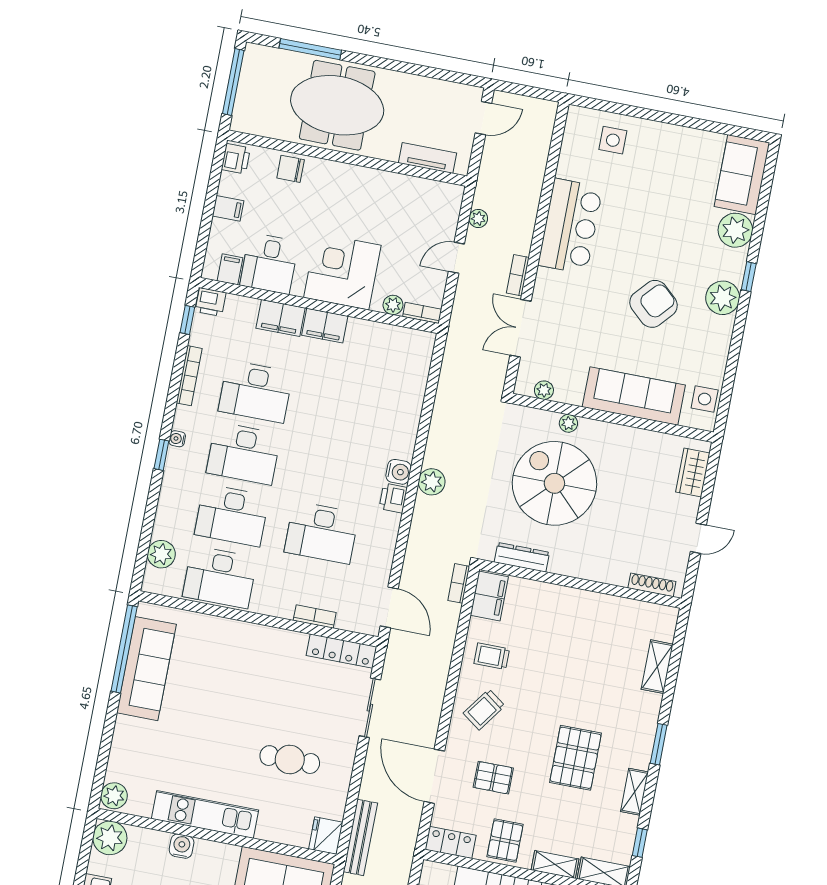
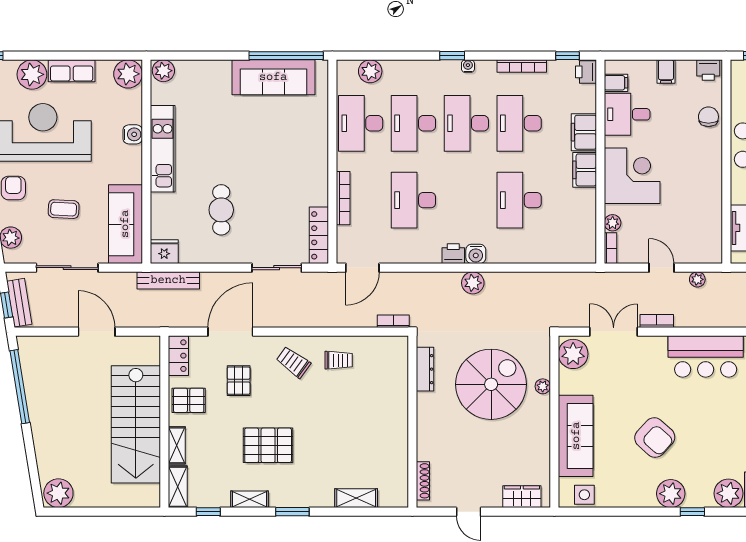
plant: (544, 390) -> (573, 354), width x1.87, depth x1.87
desk: (345, 409) -> (519, 200), added
filing cabinet: (489, 596) -> (388, 348), removed
bookcase: (315, 617) -> (343, 198), width x1.56
trolley: (492, 656) -> (339, 360), turned 90

